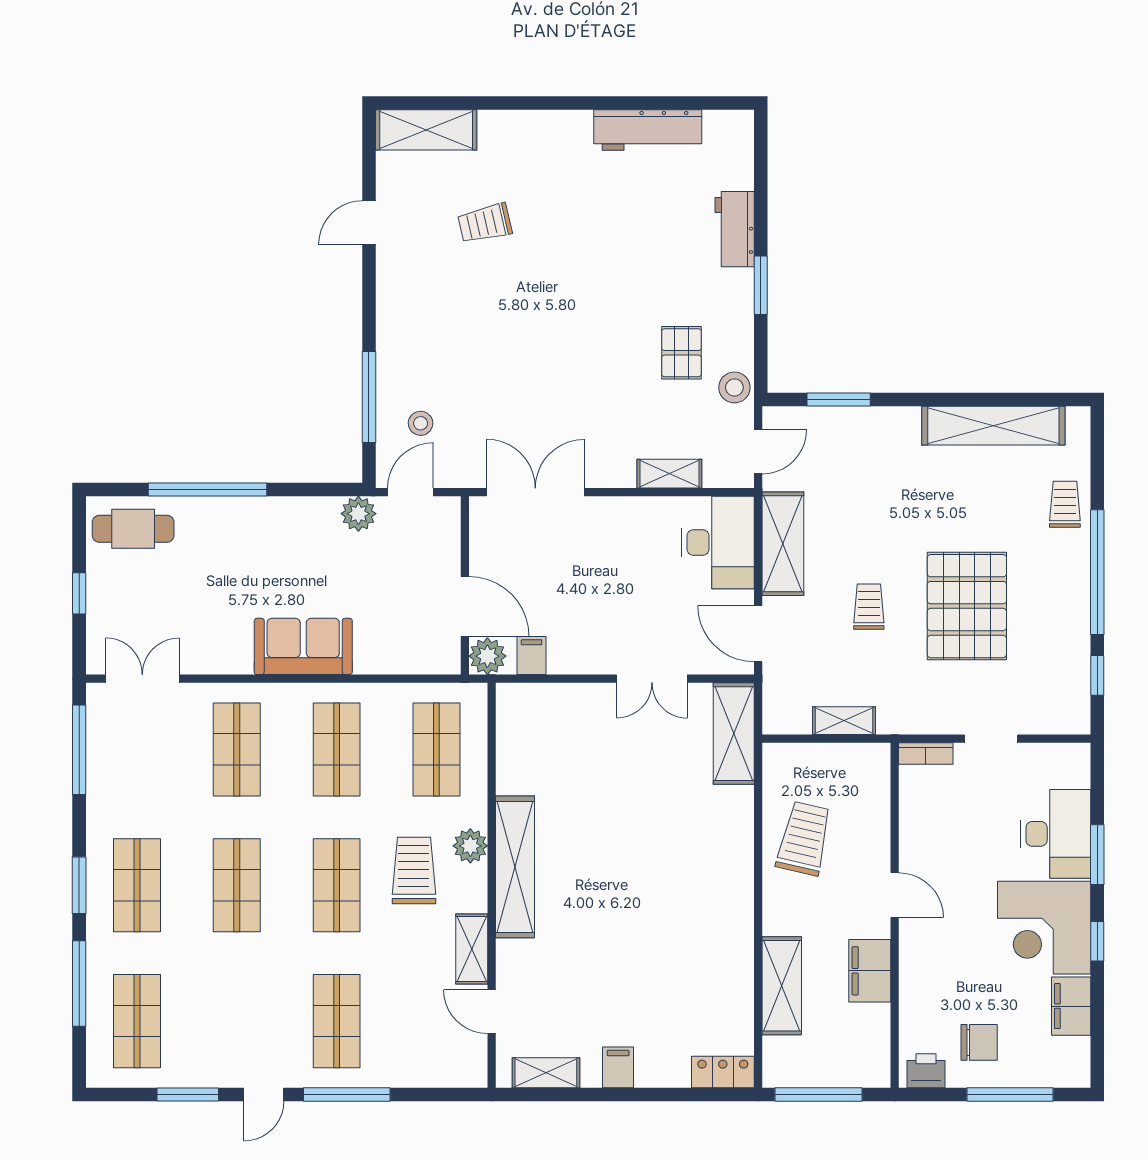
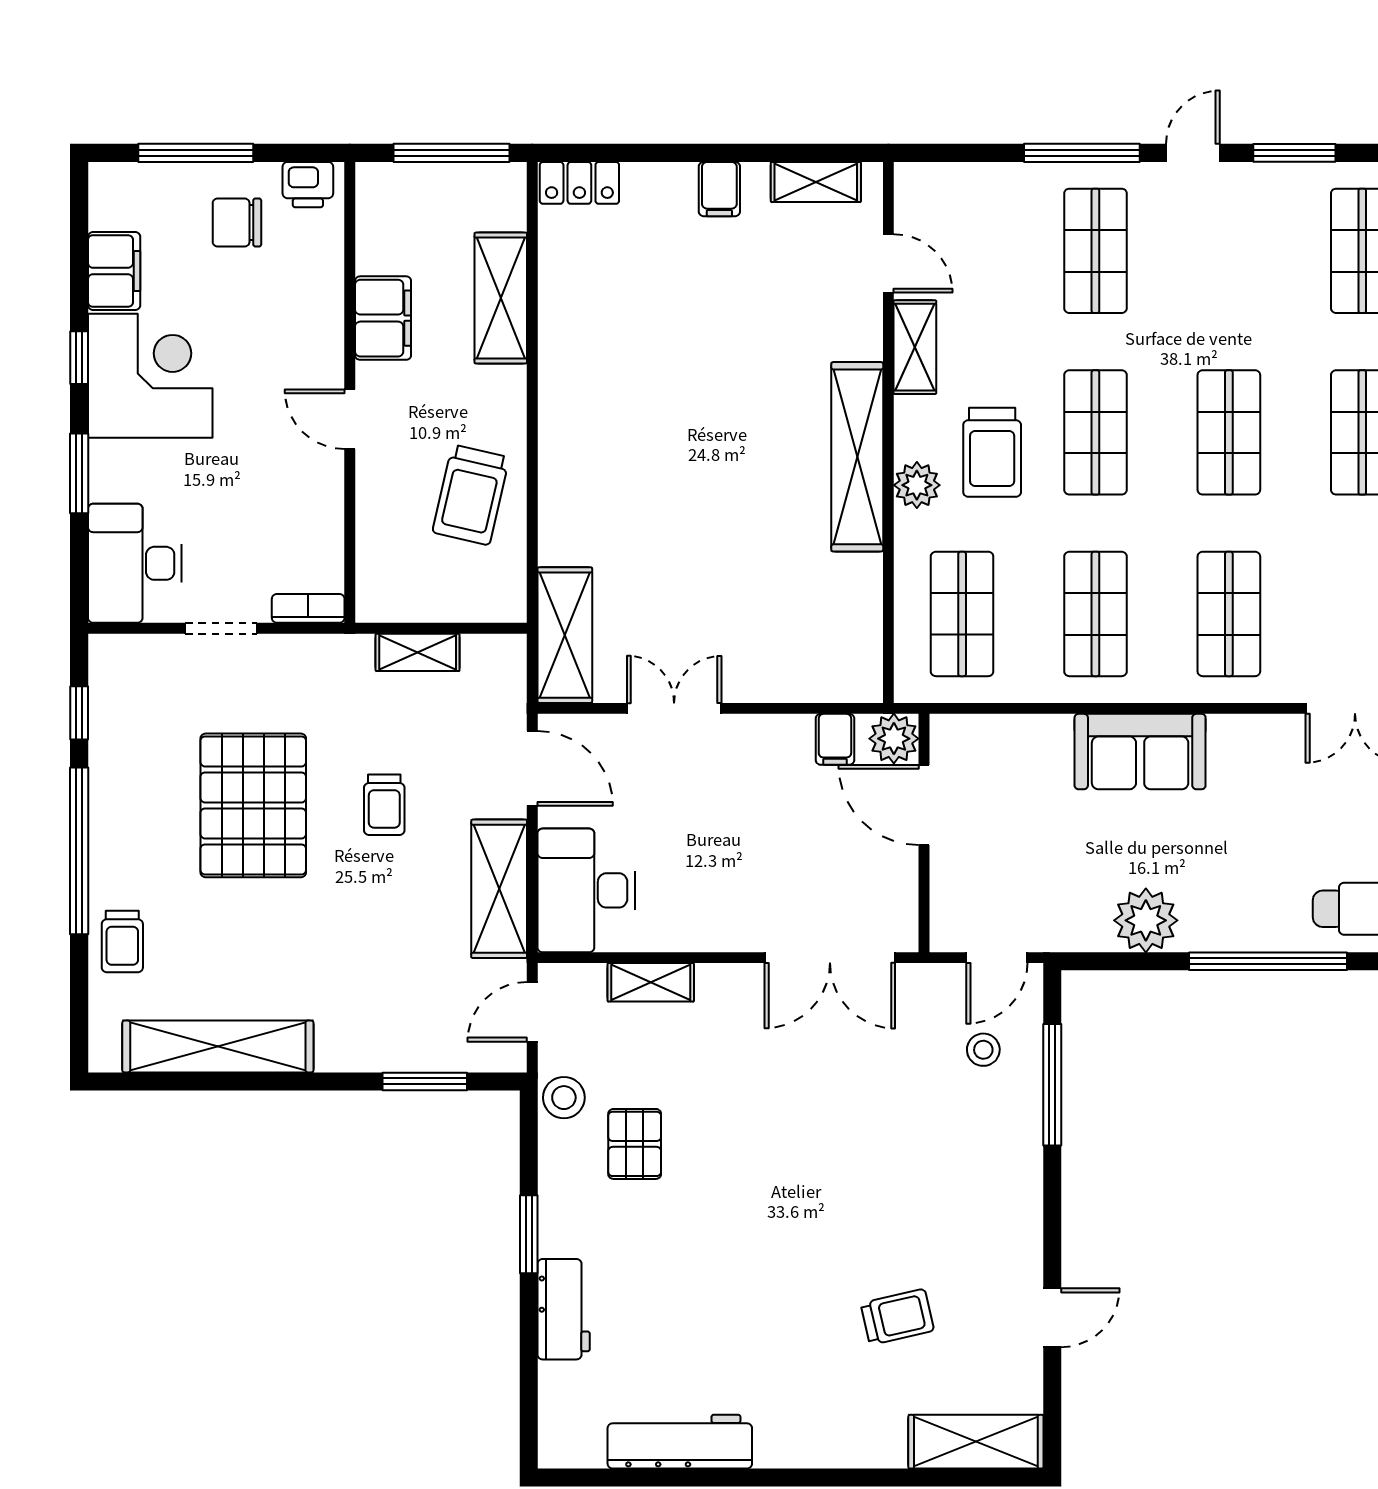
plant: (358, 514) -> (1146, 920), moved, width x1.36, depth x1.36
desk: (1055, 834) -> (135, 563), moved

